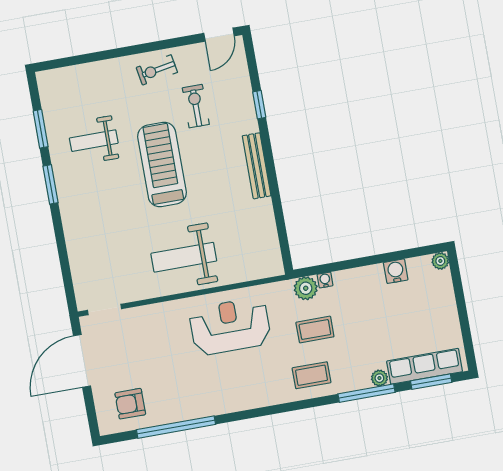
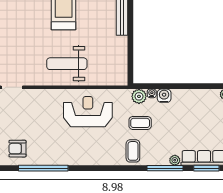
water cooler: (396, 271) -> (164, 96), moved
coffee table: (312, 375) -> (133, 151), turned 90

